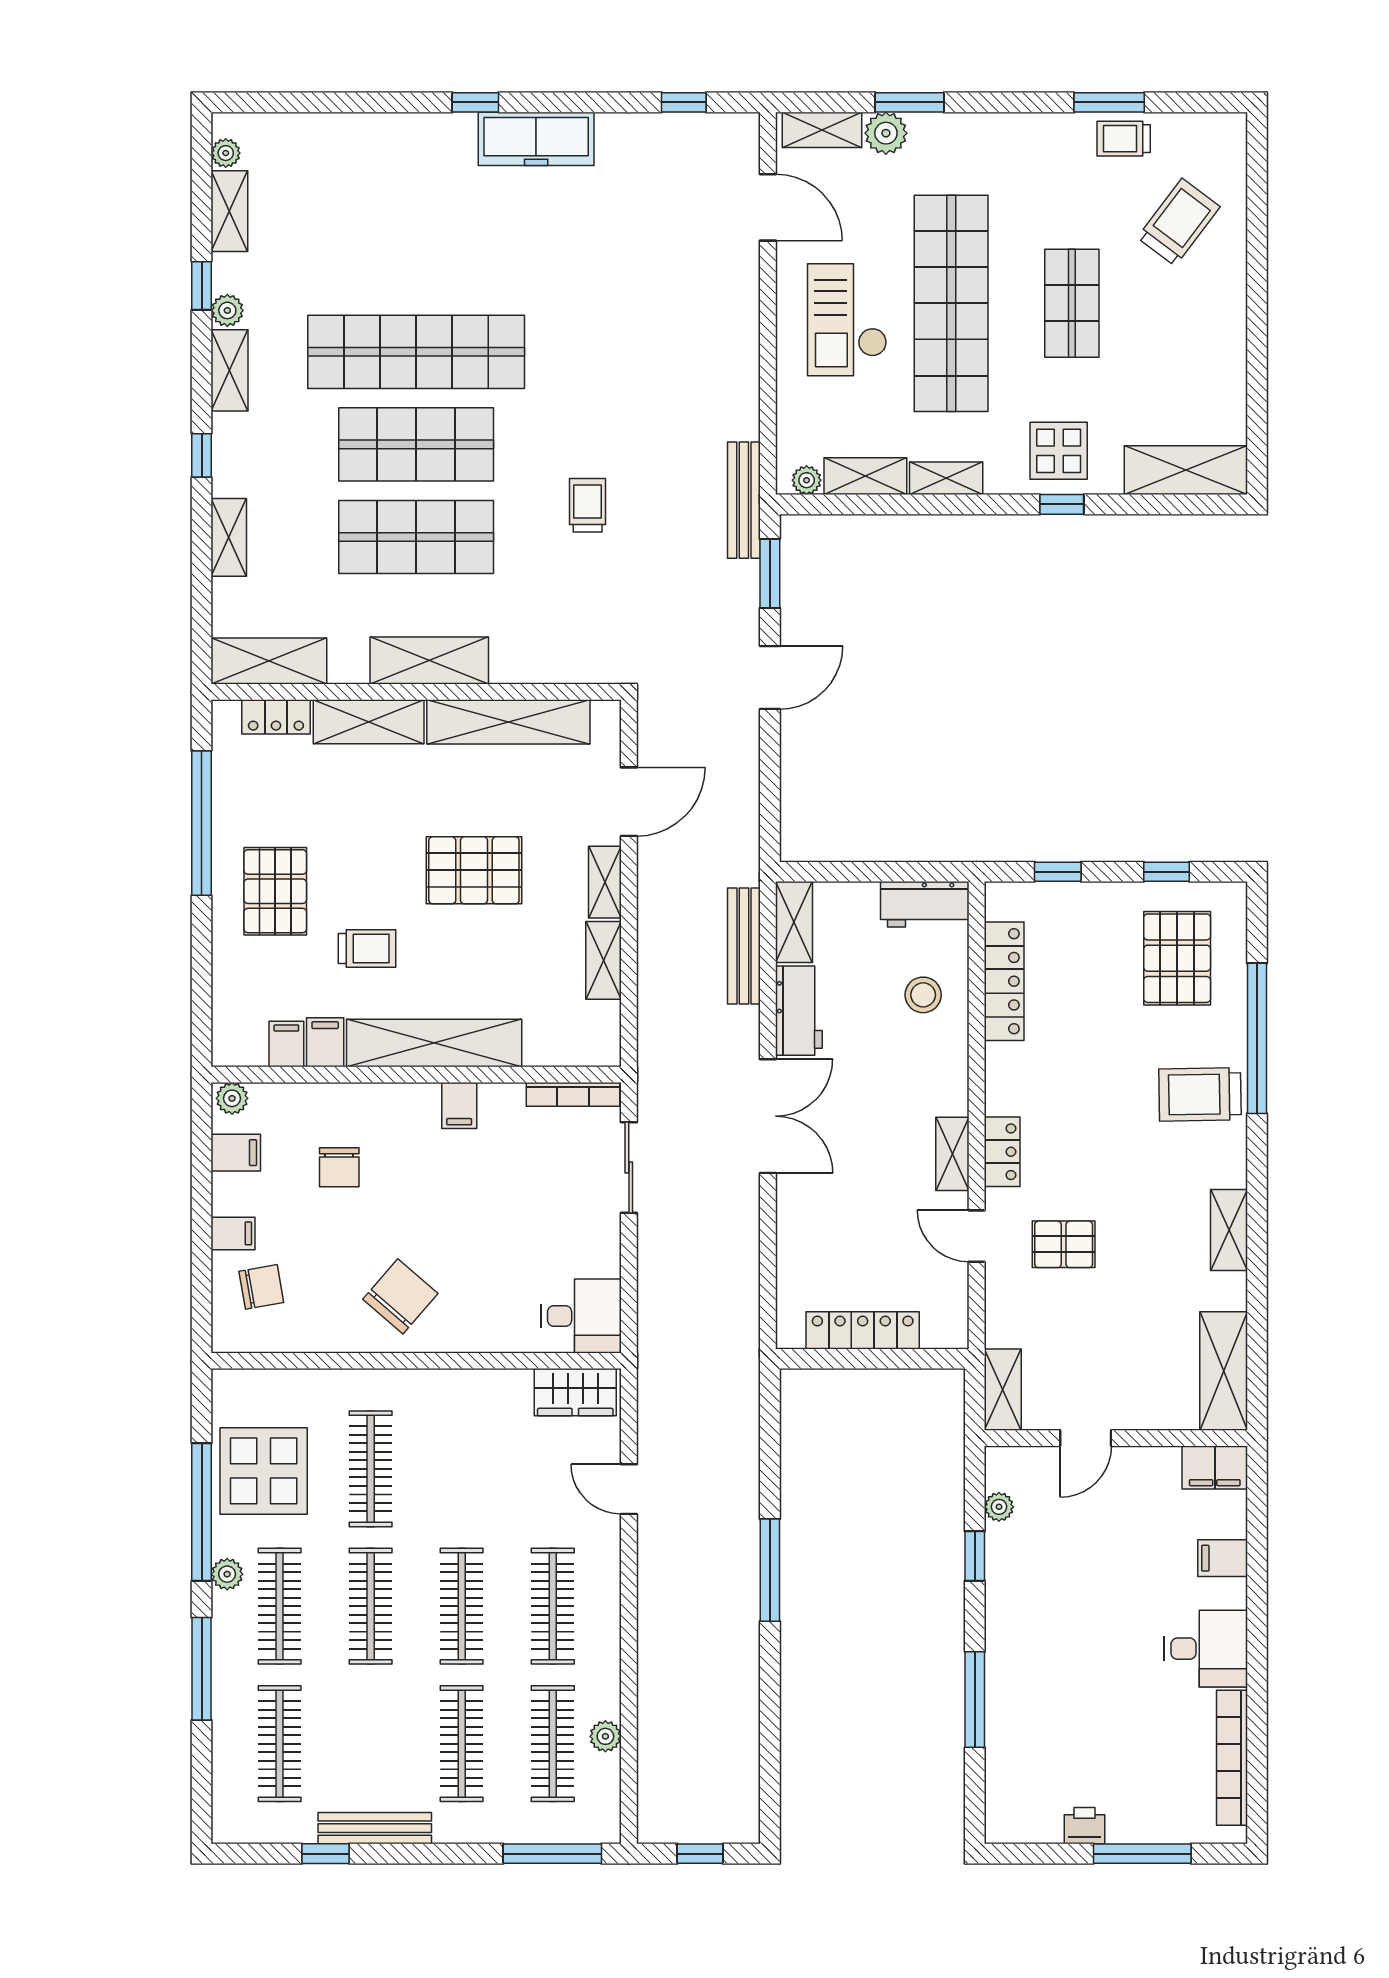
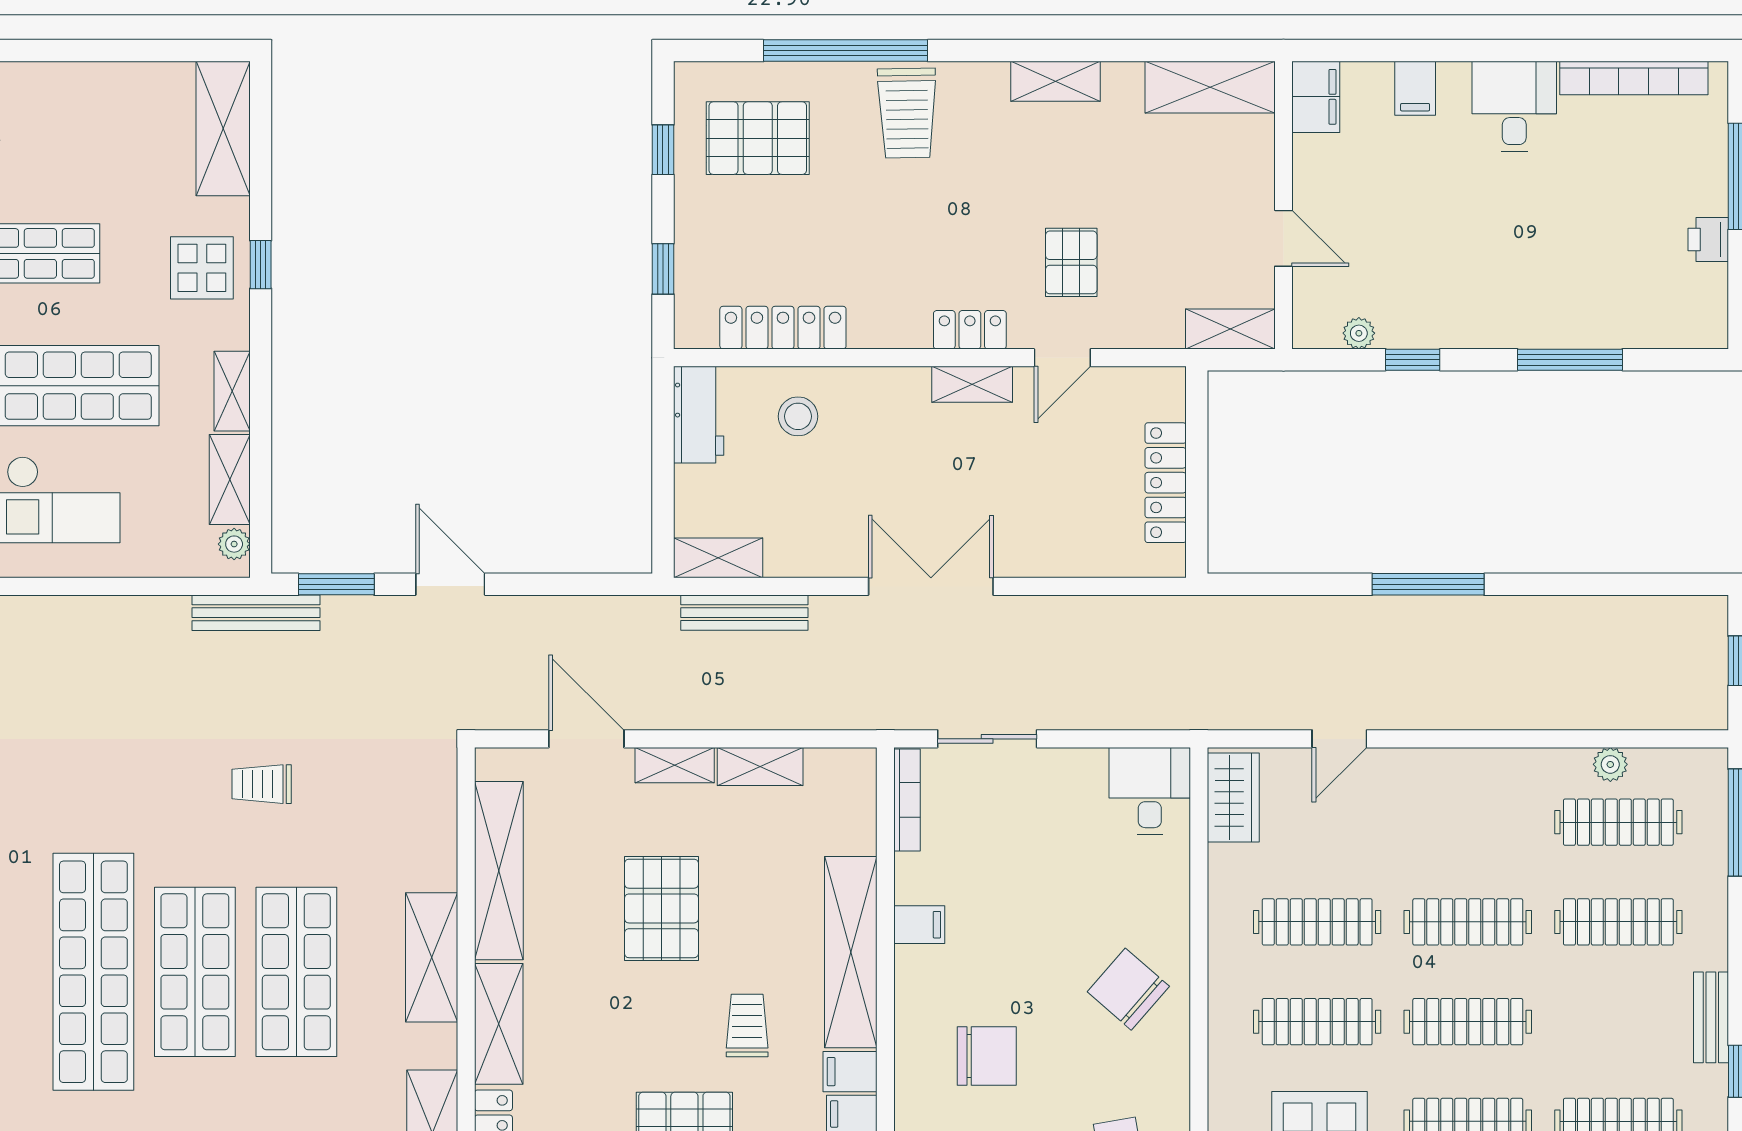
workbench: (799, 1011) -> (815, 553), removed
chair: (339, 1167) -> (987, 1056), width x1.37, depth x1.37
clothes rail: (553, 1606) -> (1317, 922), moved
bench: (375, 1828) -> (1711, 1017), width x0.73

